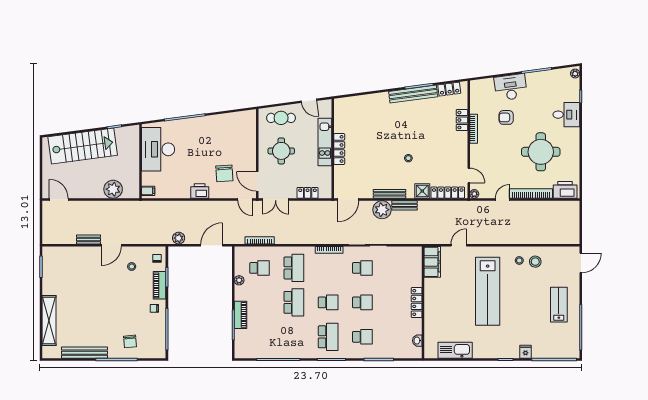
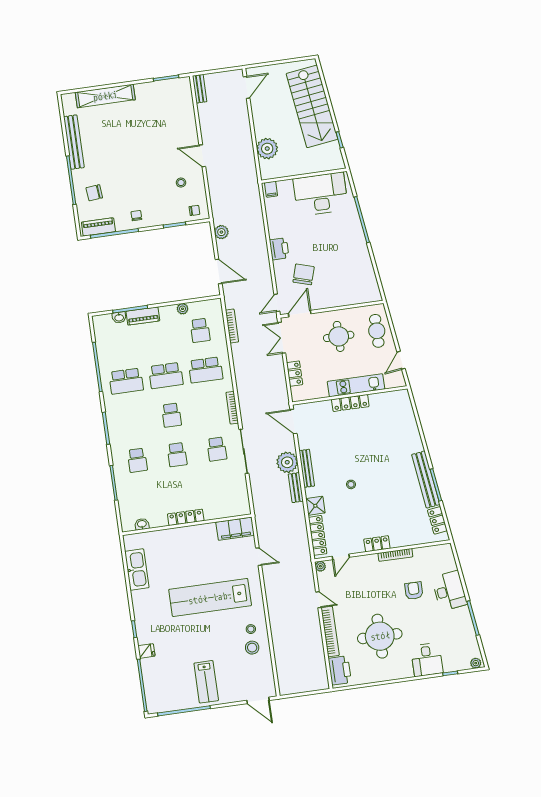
locker: (462, 120) -> (377, 544), moved
chair: (224, 173) -> (304, 274), turned 111
bench: (89, 239) -> (200, 89), moved
piano: (160, 285) -> (98, 227), moved
lab bench: (559, 305) -> (206, 682), turned 90
washbasin: (239, 335) -> (119, 317), added
school desk: (328, 337) -> (126, 381), moved

